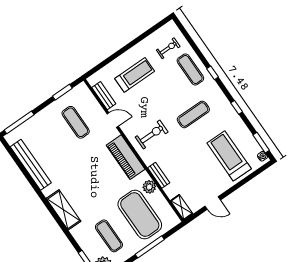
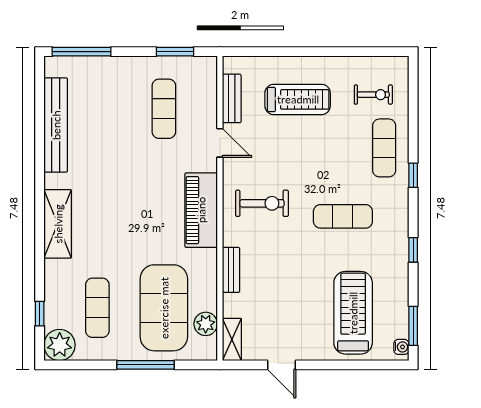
plant: (149, 187) -> (206, 324), moved

